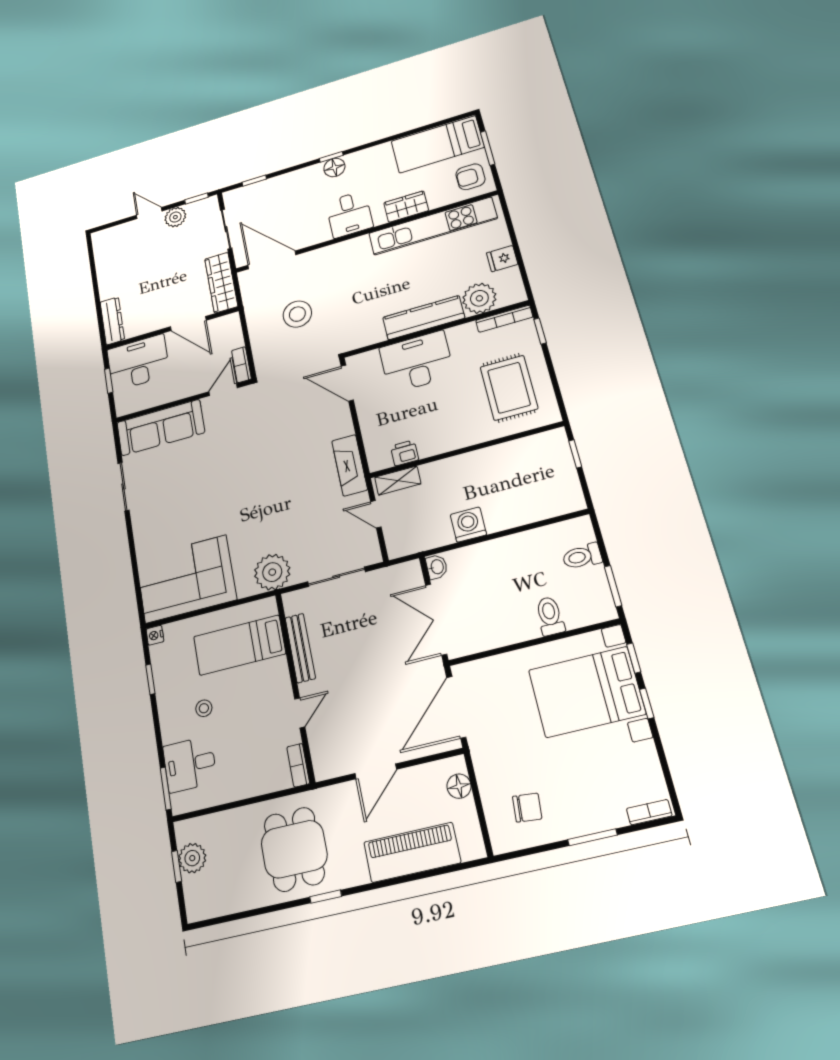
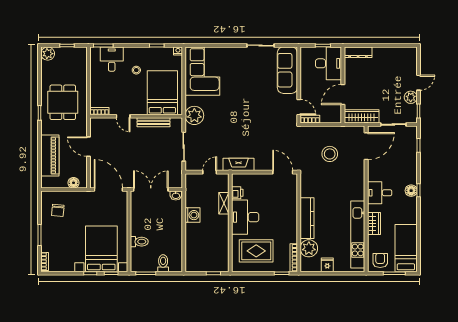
desk: (417, 362) -> (245, 217), moved, turned 180
door: (347, 383) -> (283, 172), hinge flipped
shelving: (398, 481) -> (224, 203), moved
bed: (239, 645) -> (162, 93), width x1.50
dining table: (294, 849) -> (63, 102), turned 90
plant: (192, 858) -> (48, 54), moved

